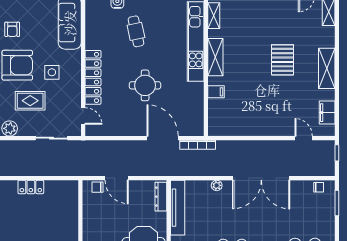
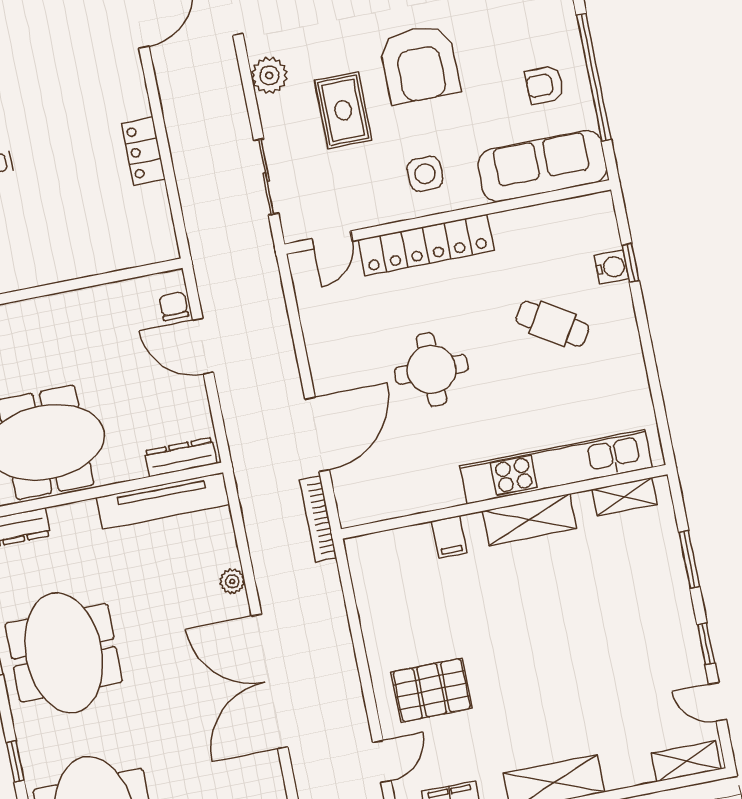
armchair: (12, 29) -> (545, 85), moved
cafe table: (136, 31) -> (552, 324), turned 44
pallet: (283, 60) -> (432, 690), moved
side table: (52, 72) -> (425, 174), moved
door: (117, 178) -> (203, 346), hinge flipped

